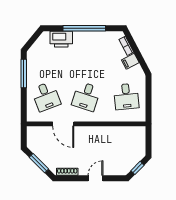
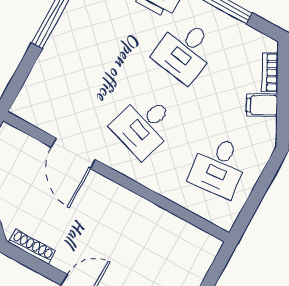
desk: (46, 96) -> (185, 51), moved, turned 30

